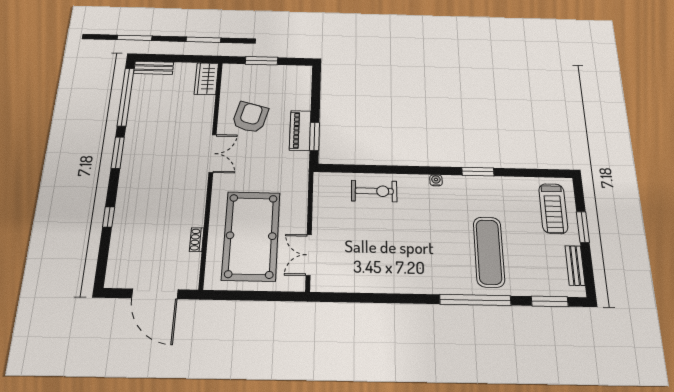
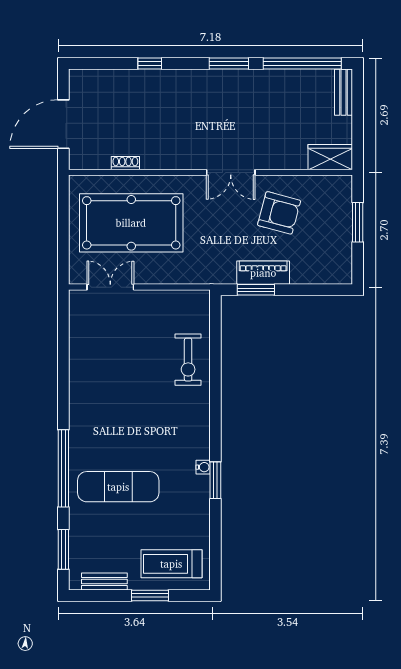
water cooler: (436, 180) -> (203, 467), moved

